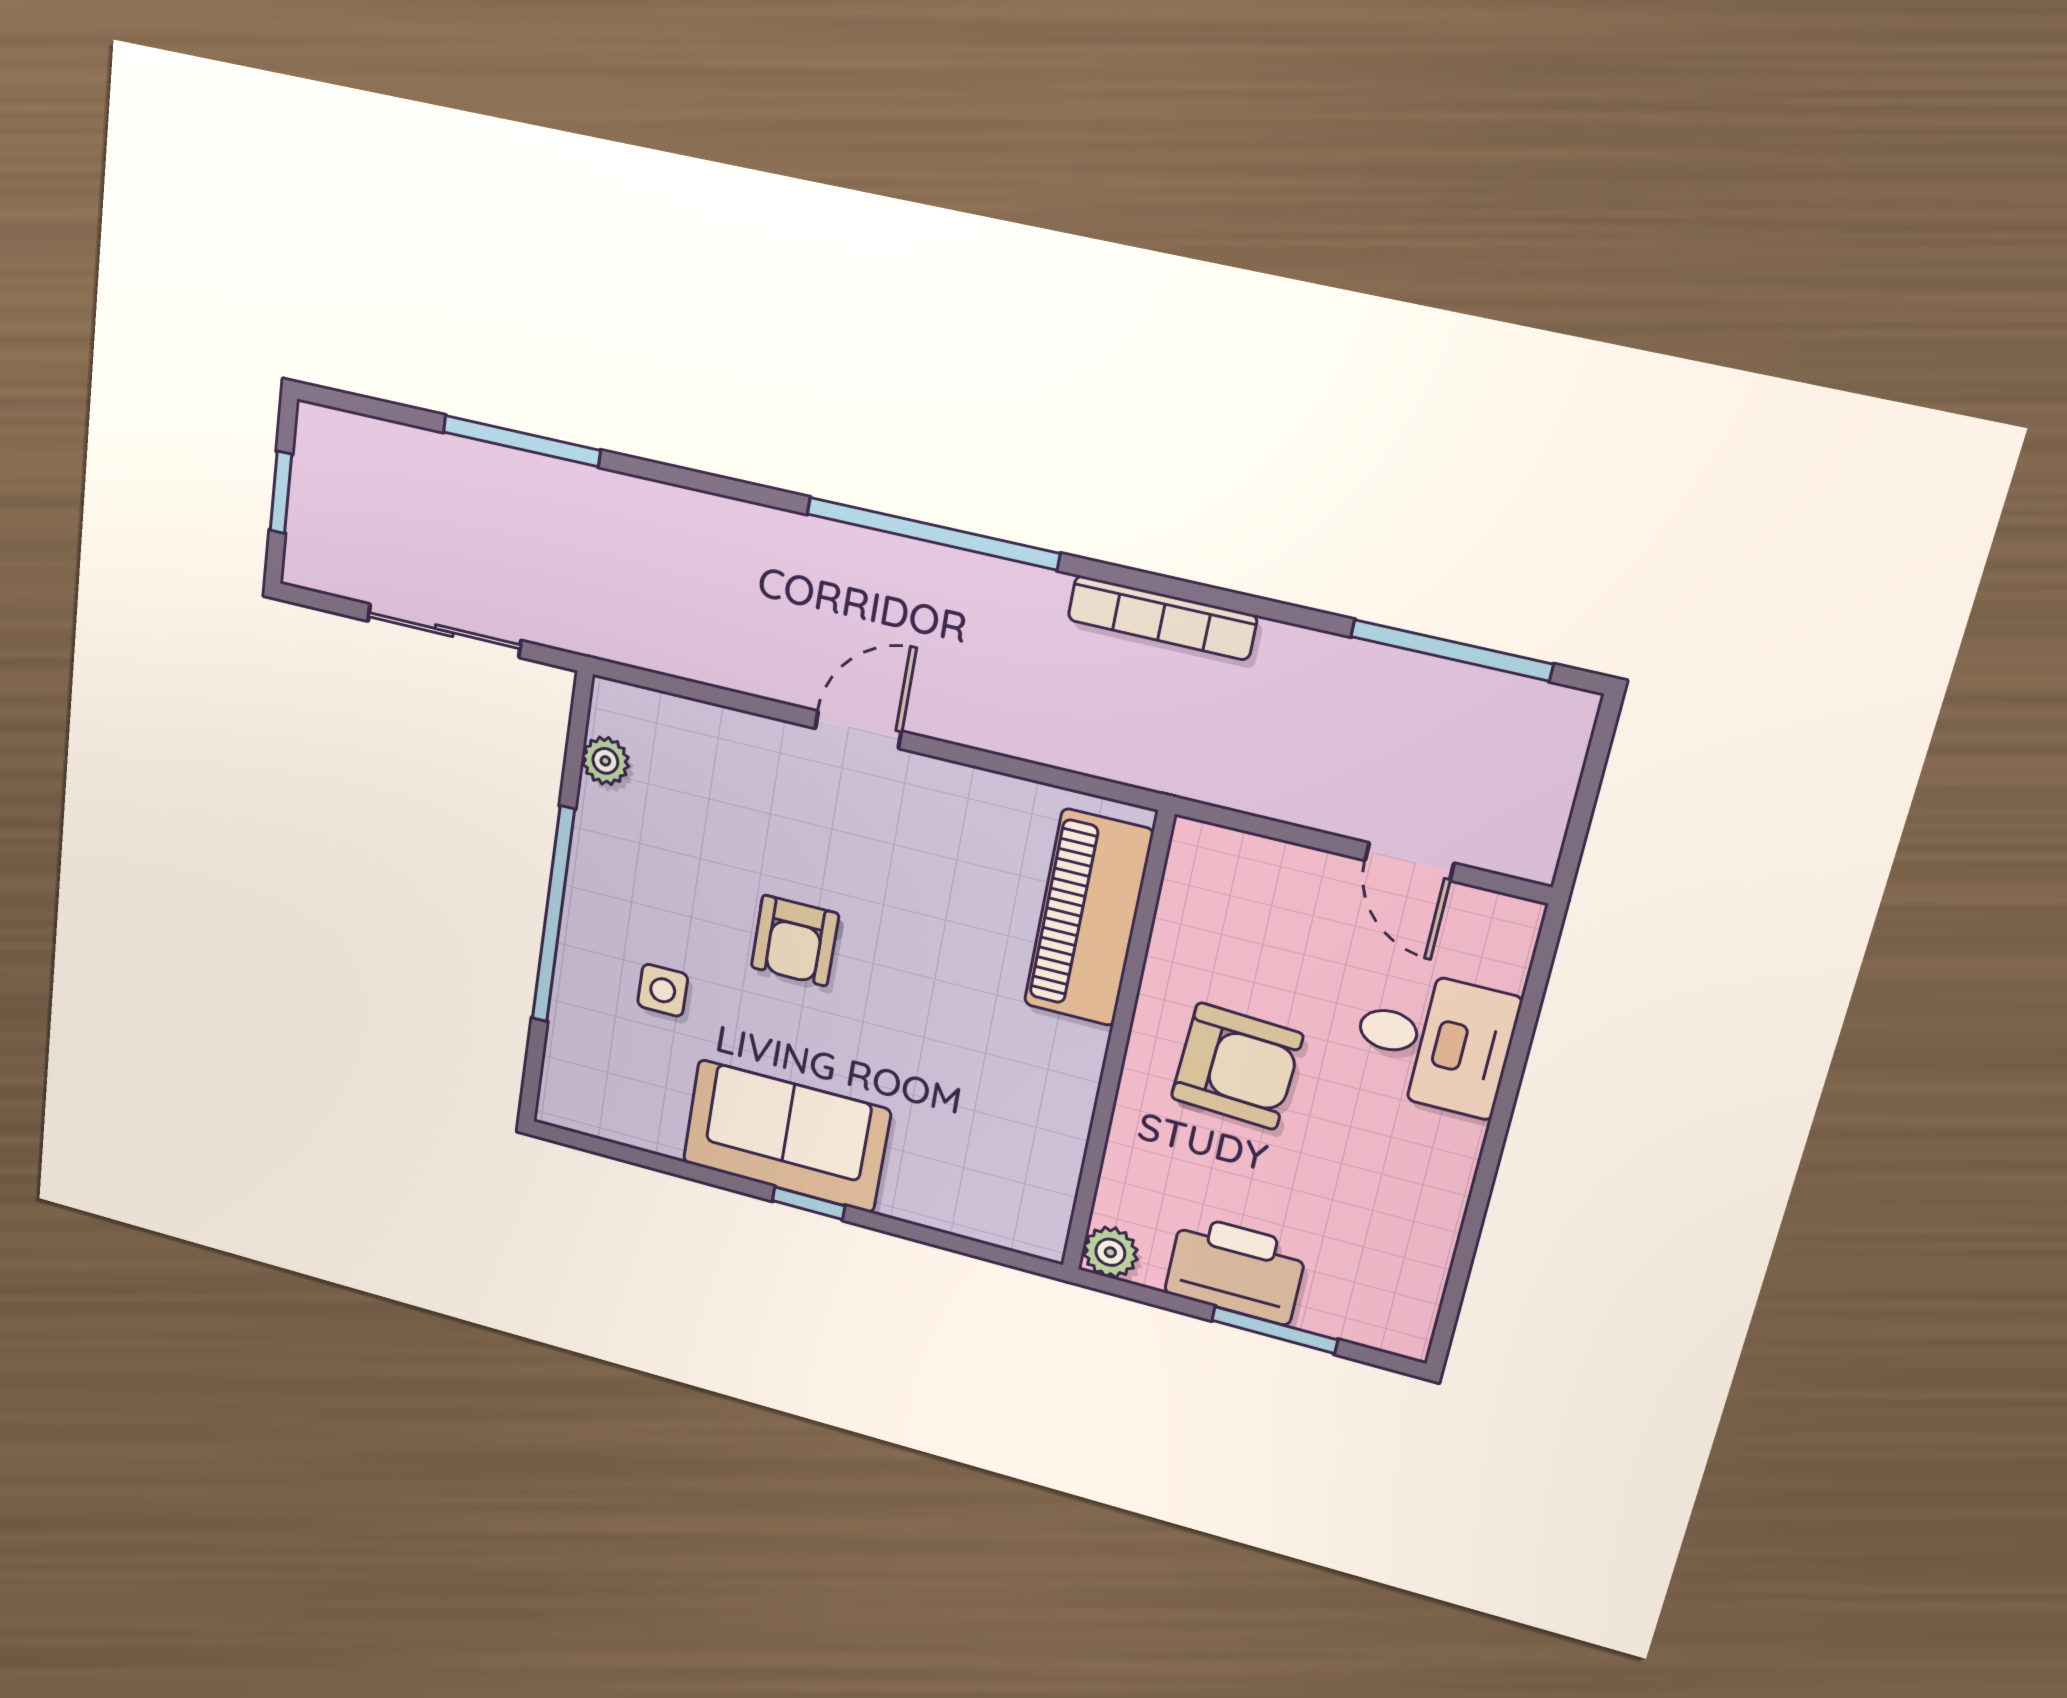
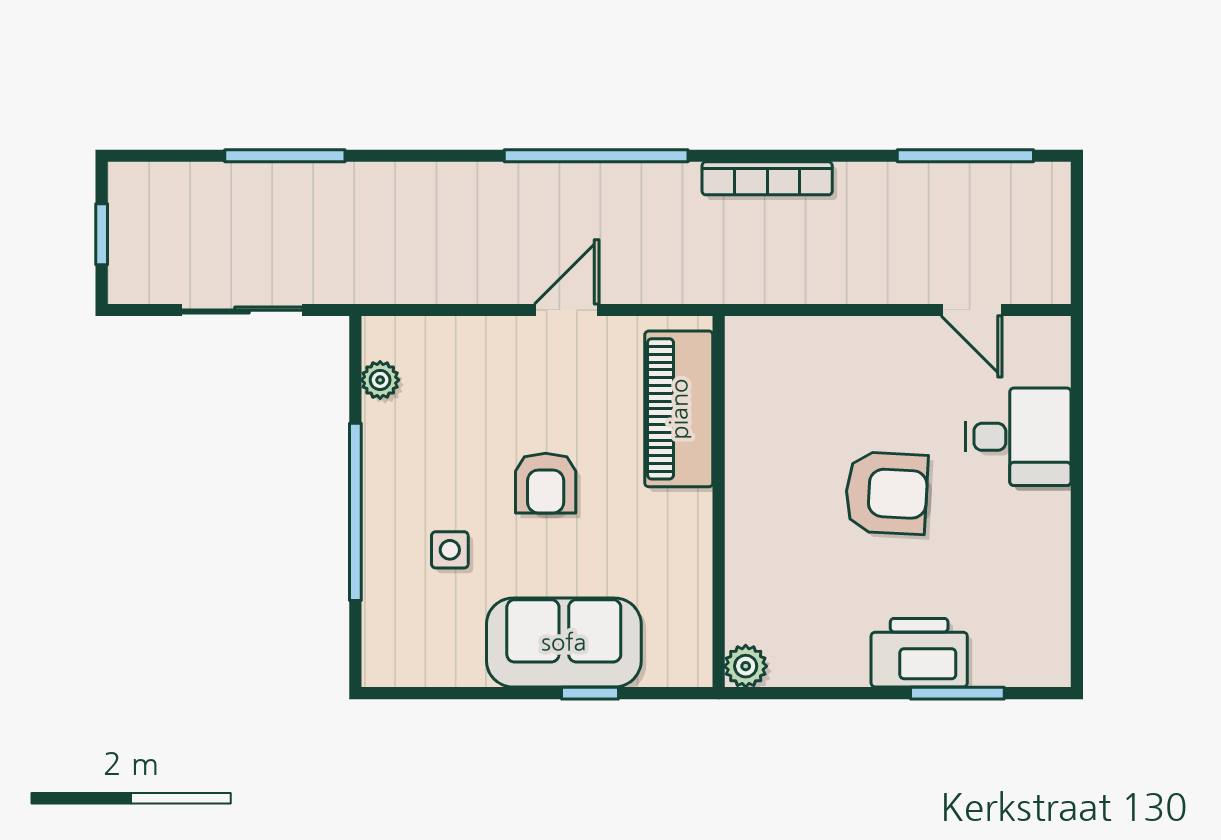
piano: (1088, 918) -> (679, 409), moved
wall: (1117, 1047) -> (719, 502), moved
plant: (1110, 1252) -> (746, 666), moved

